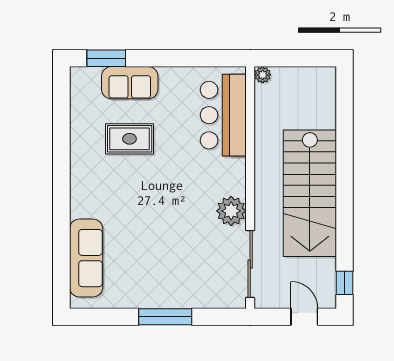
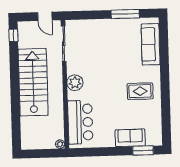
rug: (130, 139) -> (140, 91), moved
plant: (231, 211) -> (75, 83), moved
window: (165, 317) -> (125, 14), moved
door: (304, 317) -> (45, 16), moved

